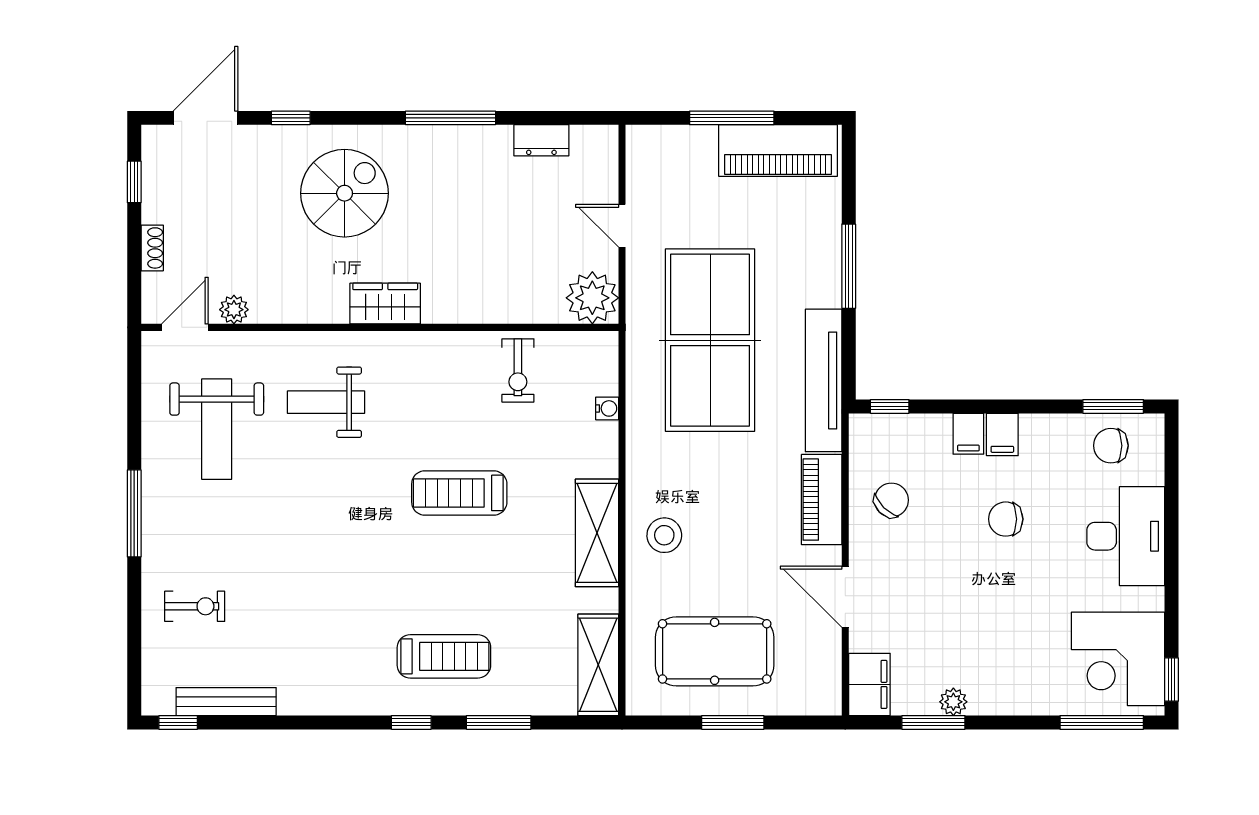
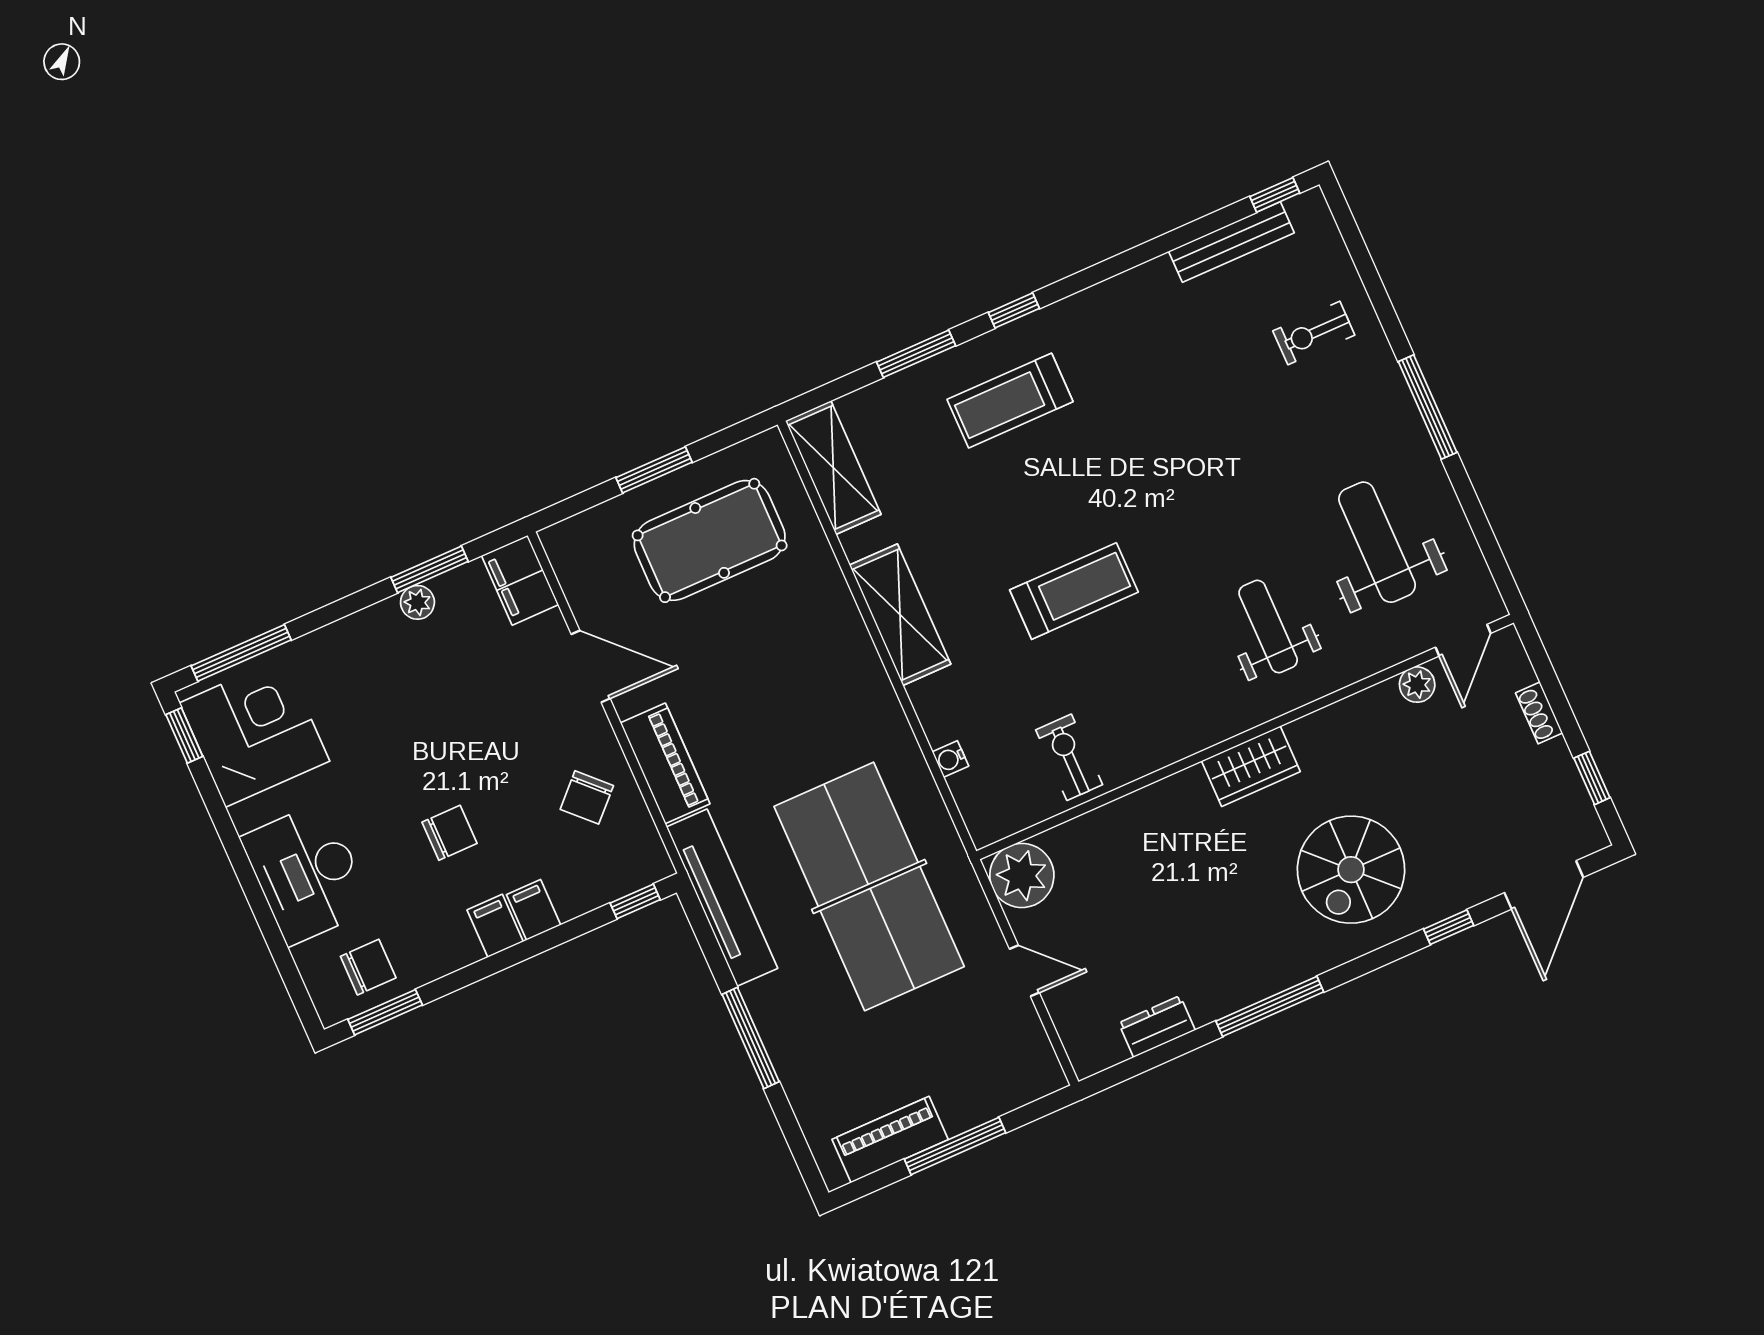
piano: (778, 151) -> (890, 1139), width x0.73, depth x0.75
weight bench: (326, 402) -> (1268, 627), turned -90
stool: (664, 535) -> (824, 645), removed

